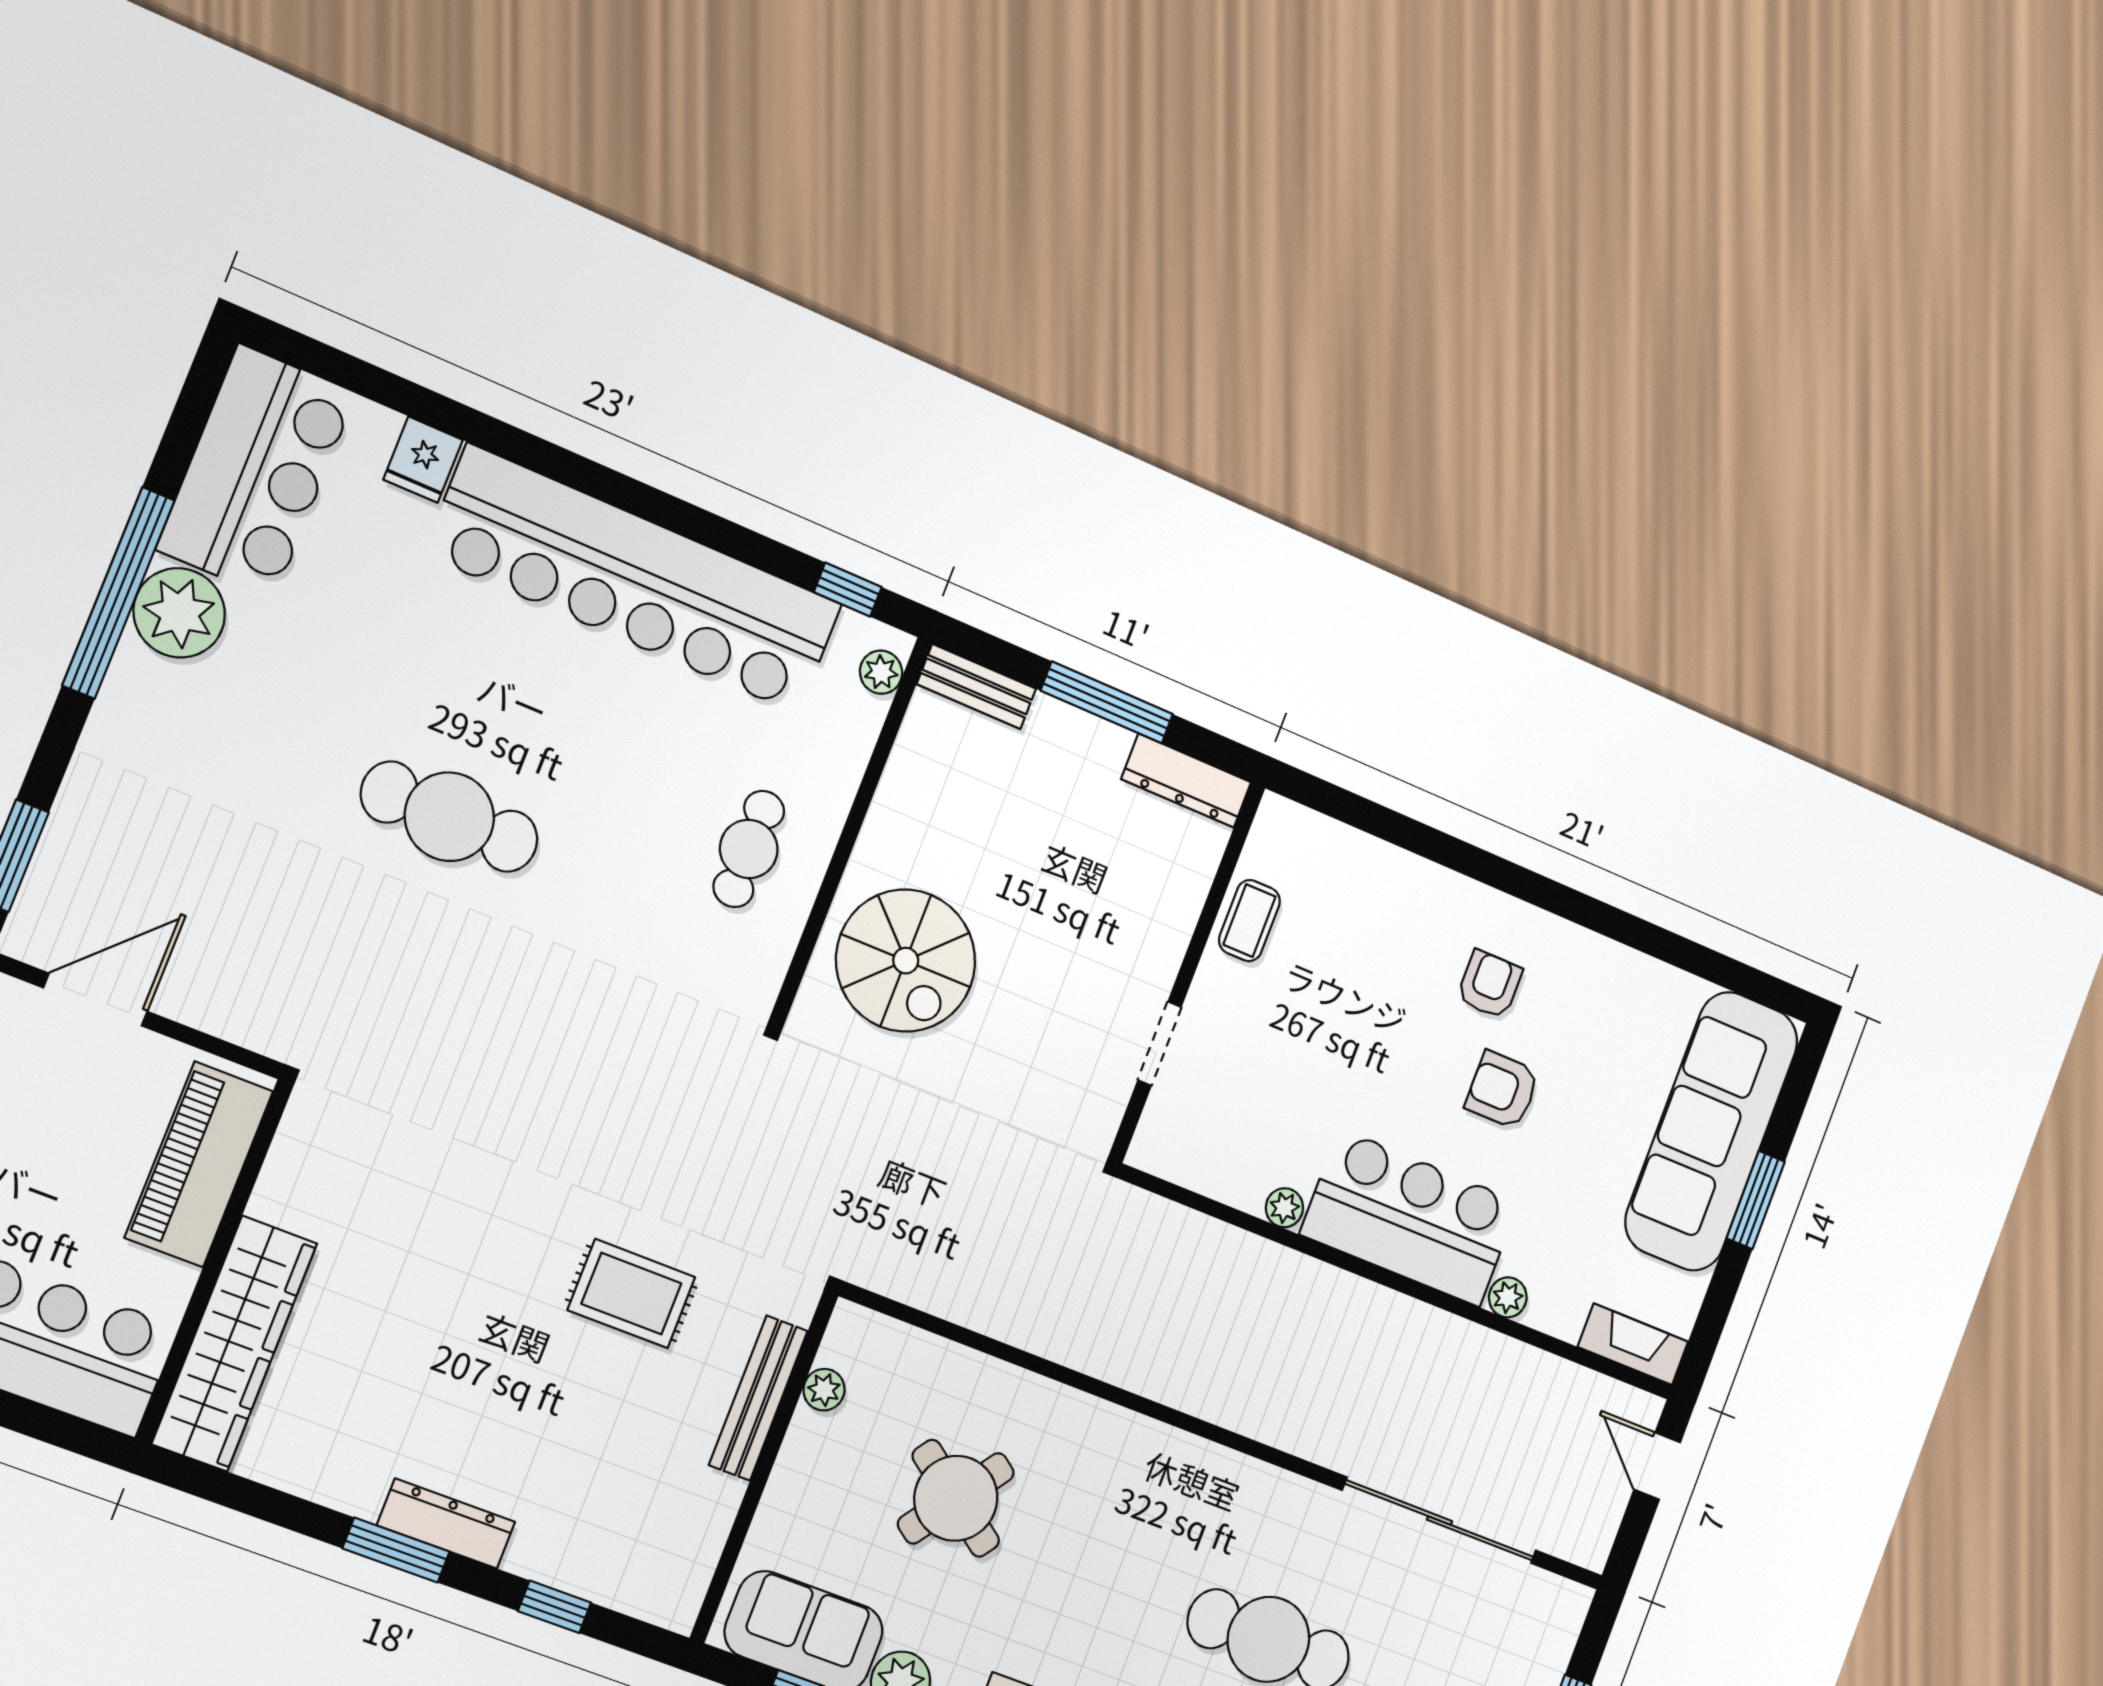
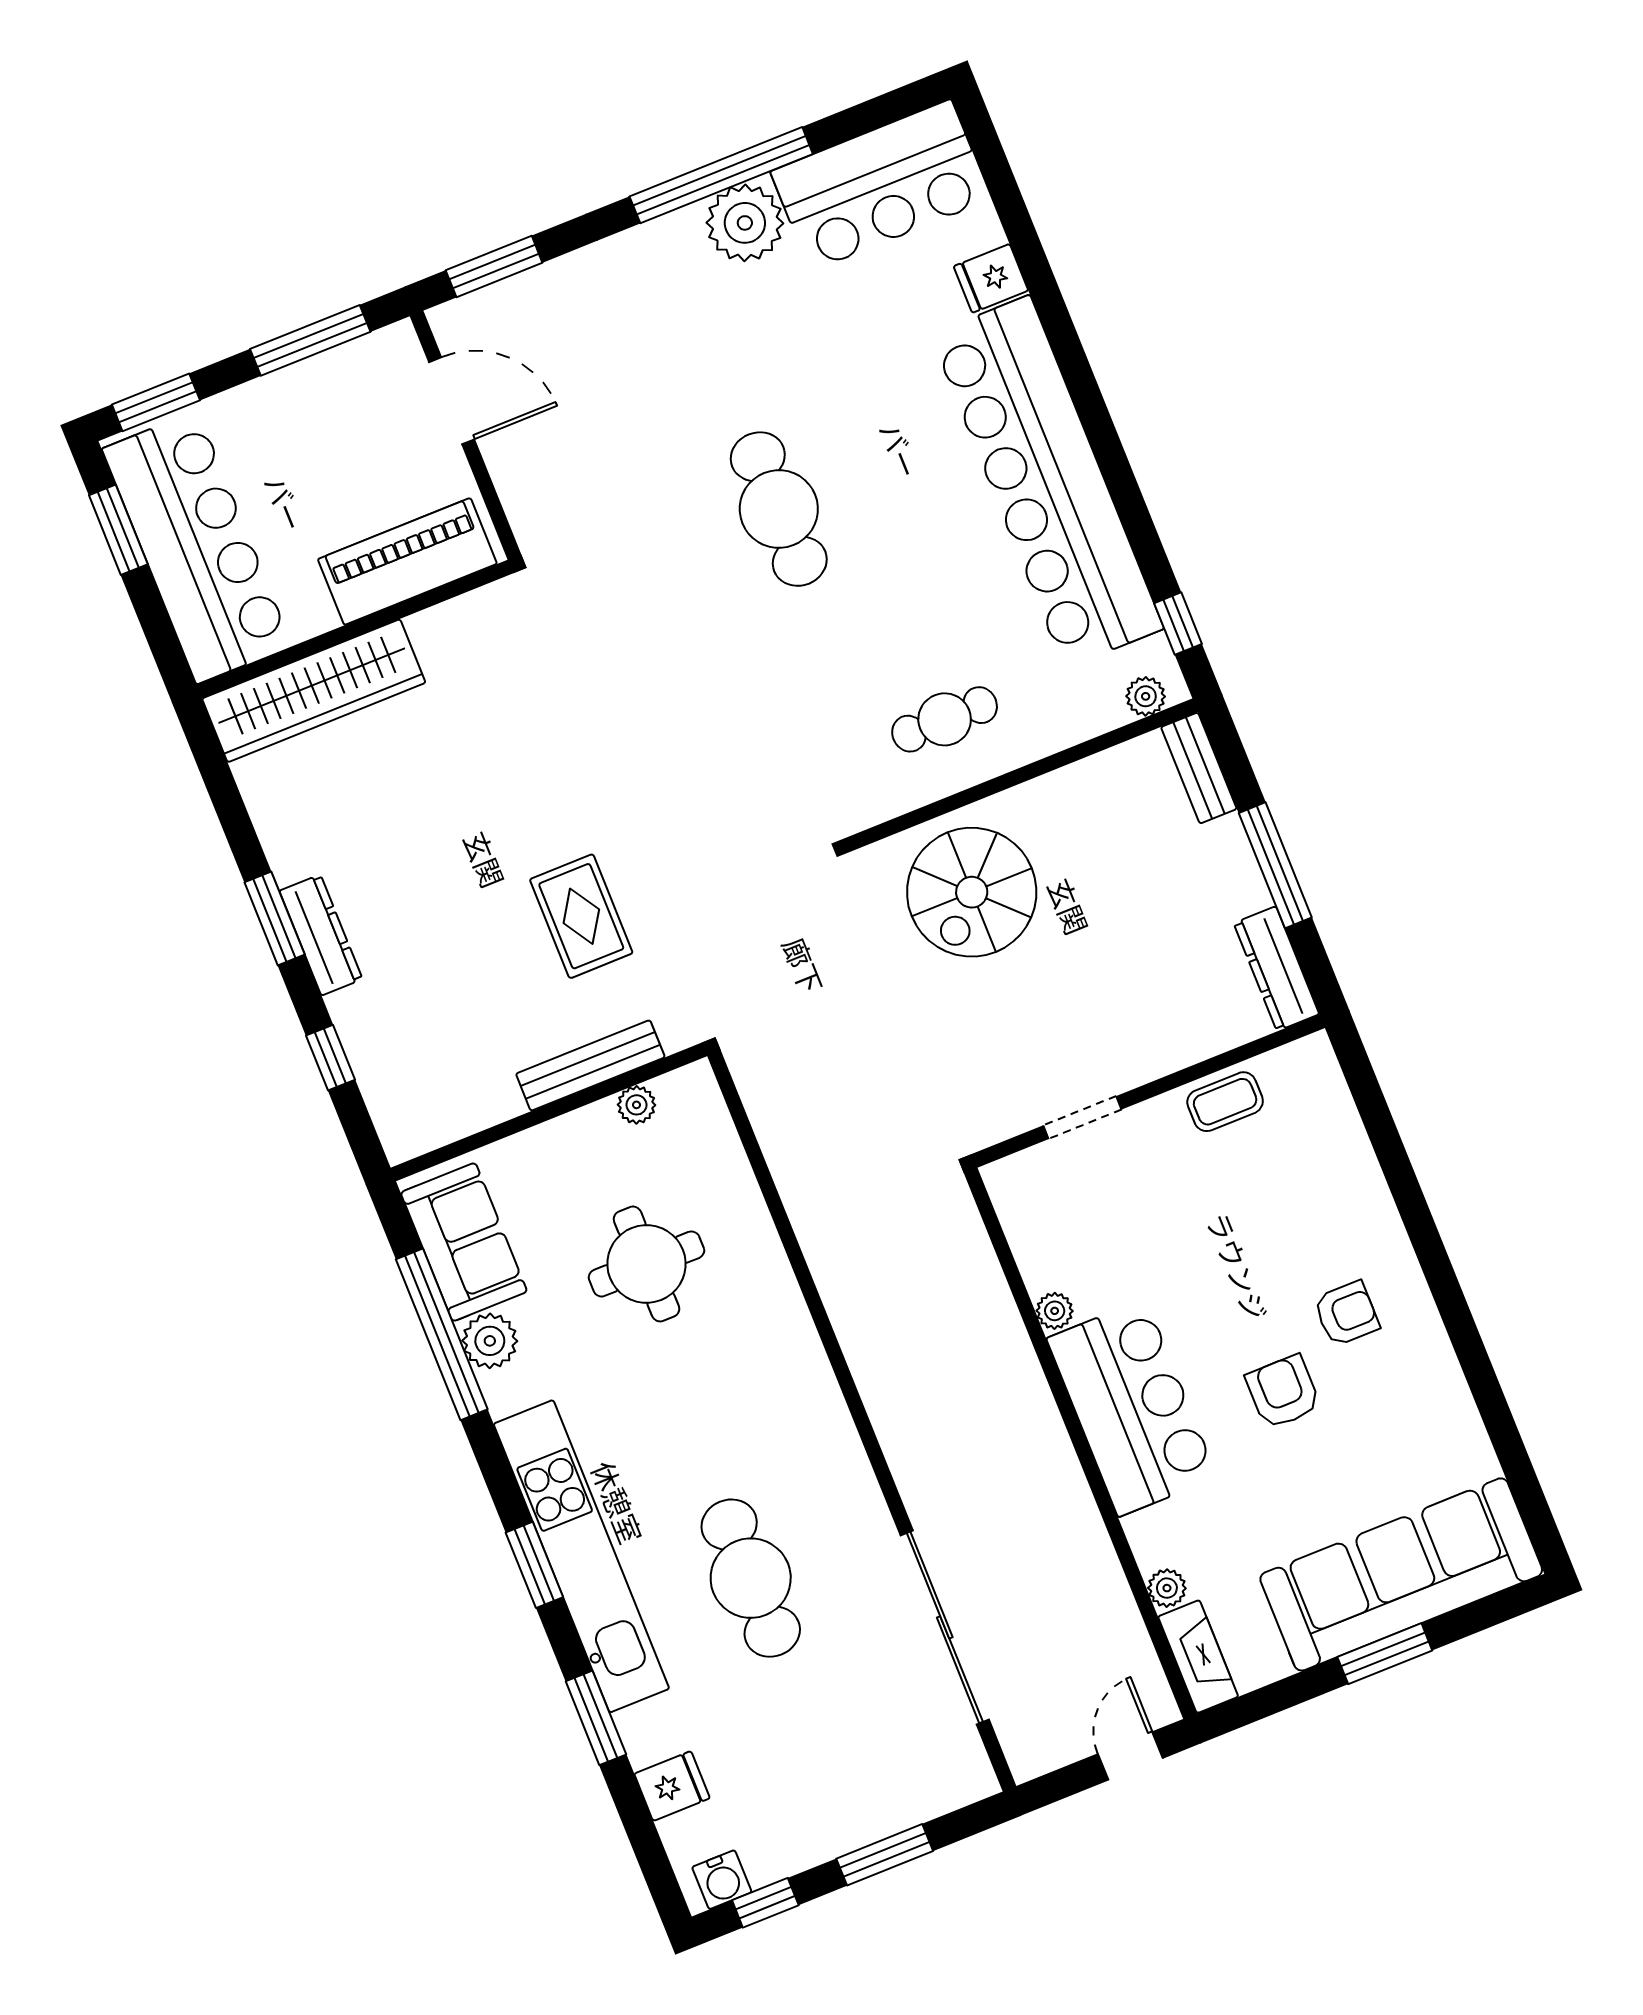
plant: (1508, 1297) -> (1167, 1588), moved
round table: (956, 1498) -> (646, 1264), turned -36

